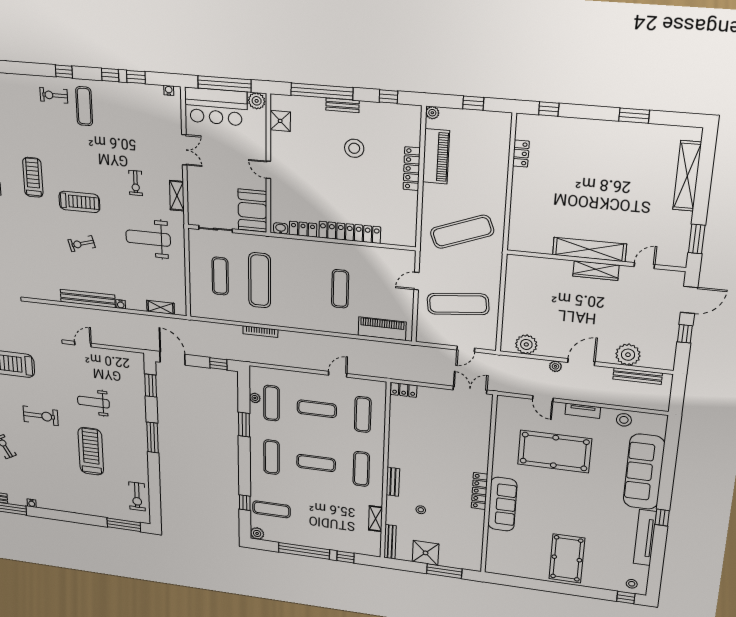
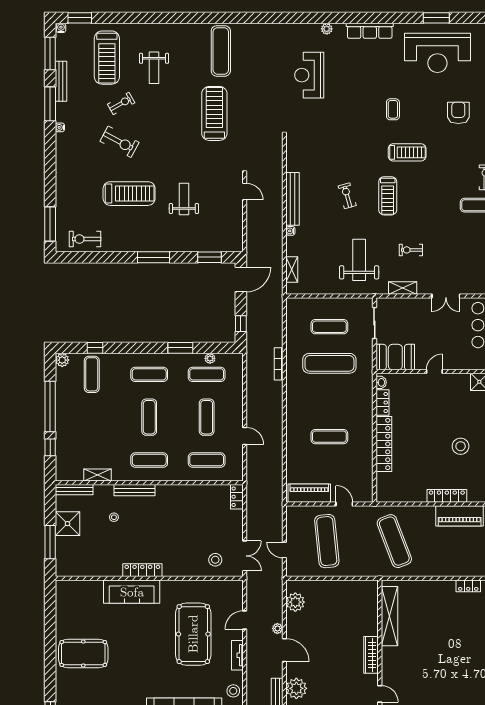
shelving: (589, 249) -> (389, 616), moved
piano: (382, 329) -> (309, 493), moved, turned -90
exercise bike: (41, 416) -> (120, 142), moved, turned -62
stool: (473, 420) -> (215, 560), added
bench: (393, 482) -> (135, 490), width x1.36

